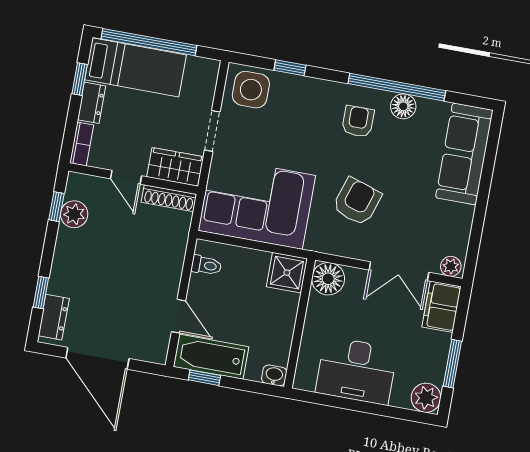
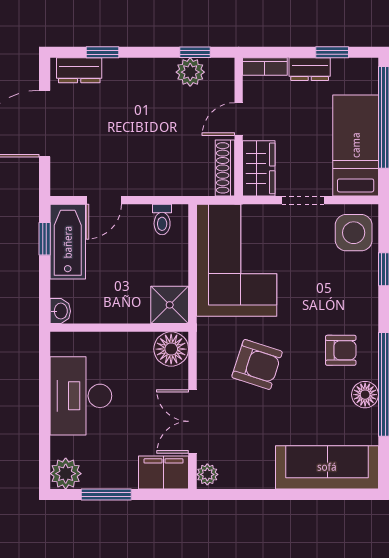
bed: (136, 67) -> (356, 145), moved, turned 180

